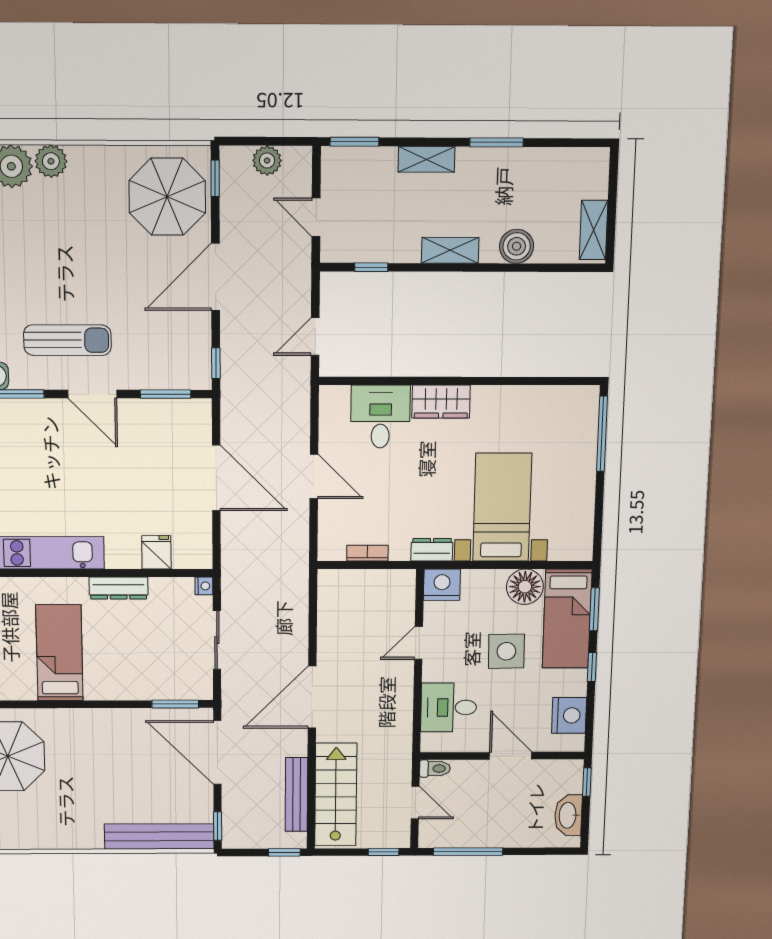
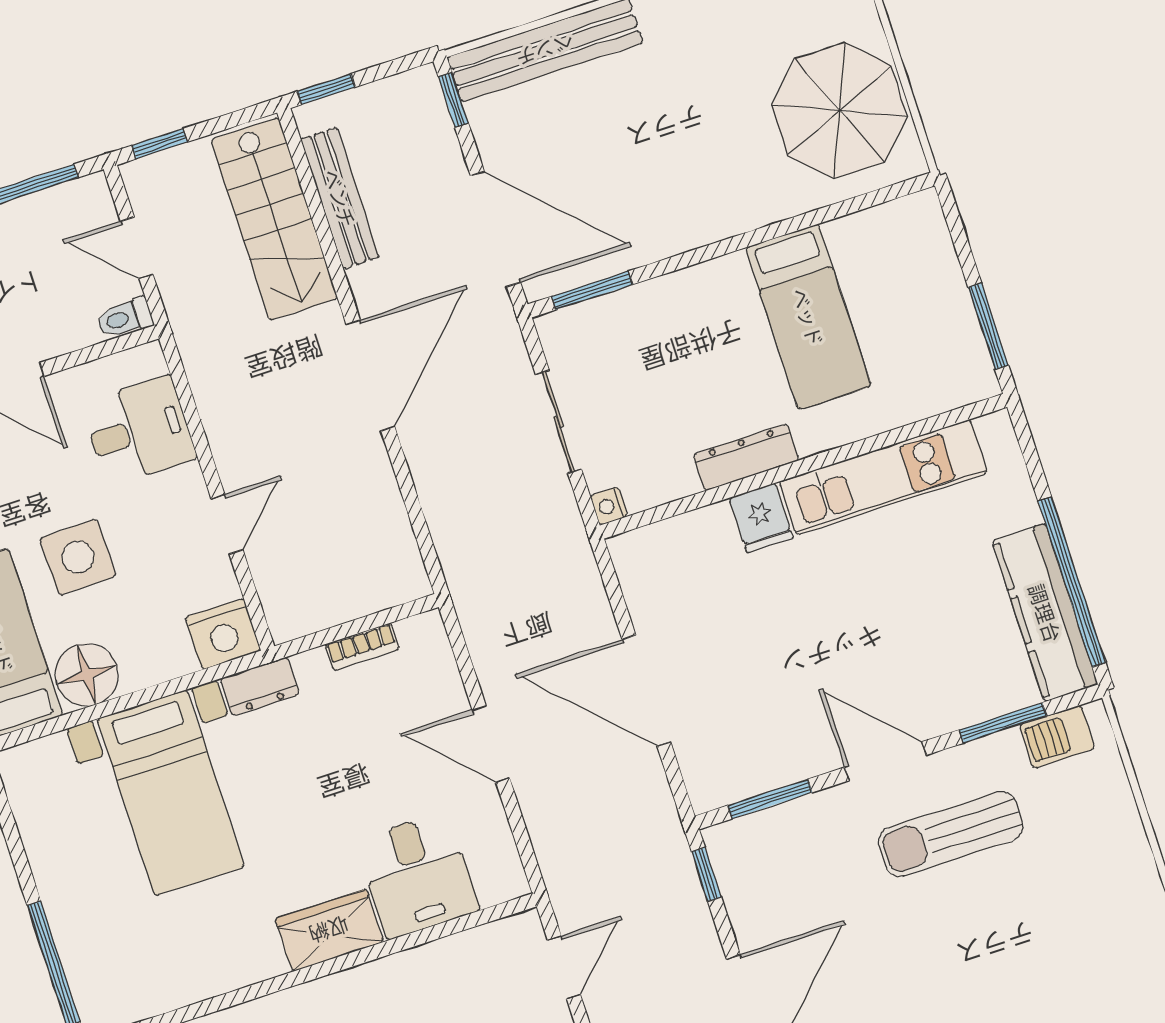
fridge: (156, 552) -> (761, 518), moved

